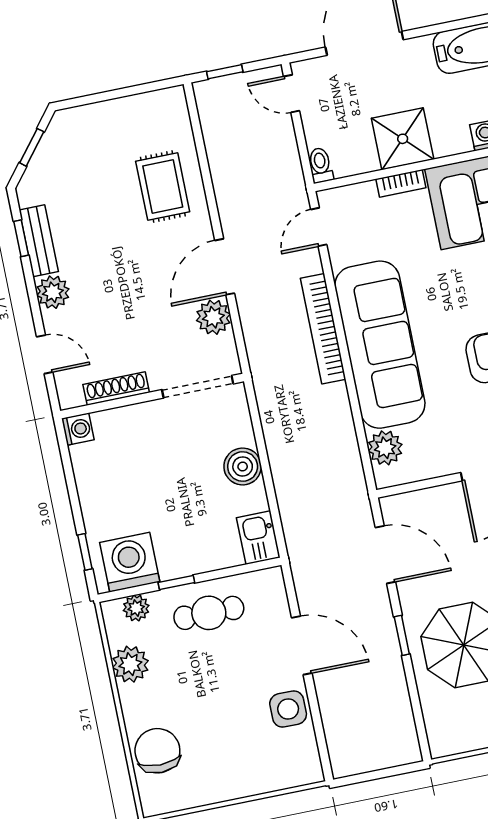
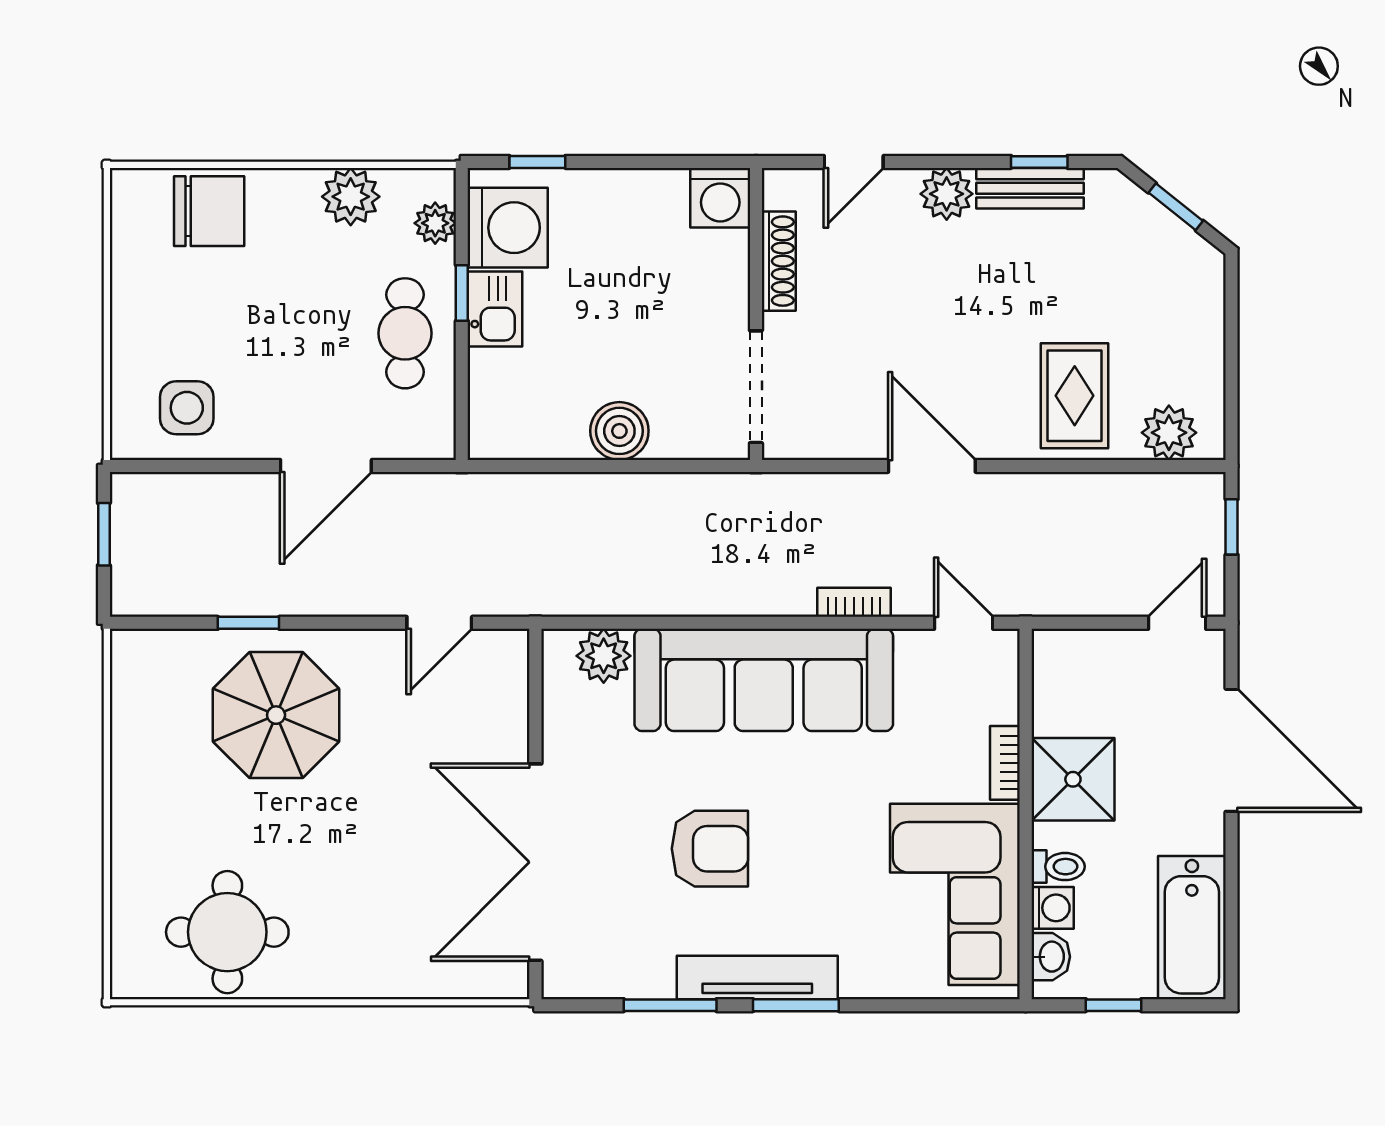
toilet: (321, 165) -> (1058, 867), moved
rug: (163, 187) -> (1075, 396), turned 90
plant: (213, 317) -> (1169, 433), moved
bookcase: (323, 329) -> (854, 602), width x0.43, depth x0.76
washing machine: (78, 429) -> (720, 198), width x1.38, depth x1.38
kitchen sink: (258, 538) -> (495, 309), moved, turned 90
door: (385, 555) -> (439, 623), width x0.73
window: (402, 635) -> (248, 623), moved
side table: (288, 709) -> (187, 408), moved
window: (373, 775) -> (104, 534), added

